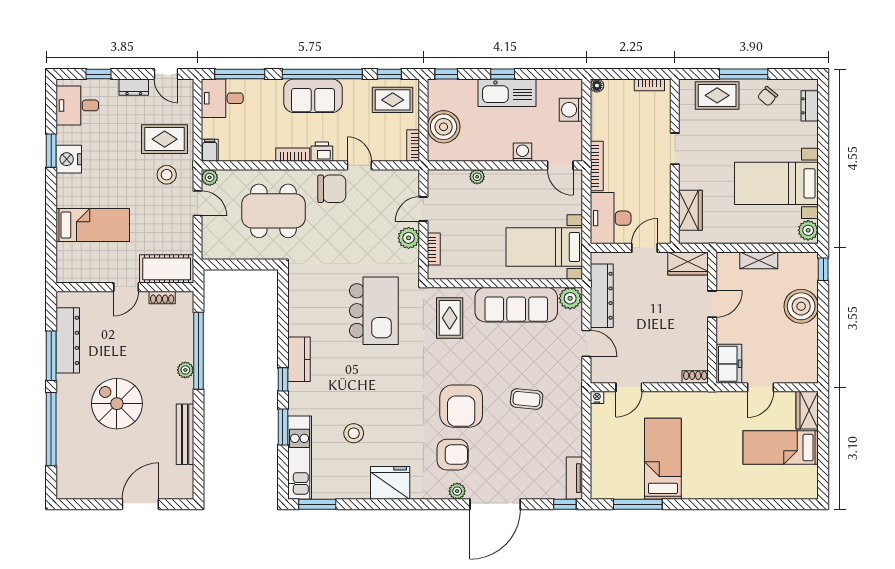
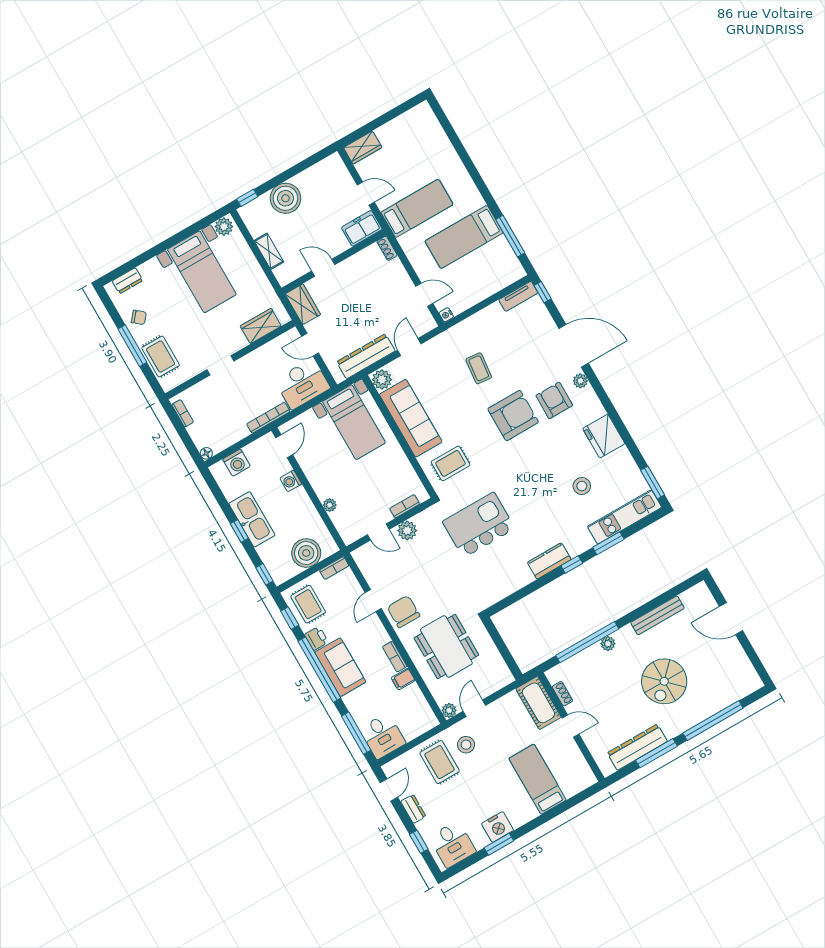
filing cabinet: (210, 150) -> (403, 679), moved
printer: (322, 152) -> (316, 638), moved, turned 180
bed: (781, 448) -> (417, 208), moved, turned -90

